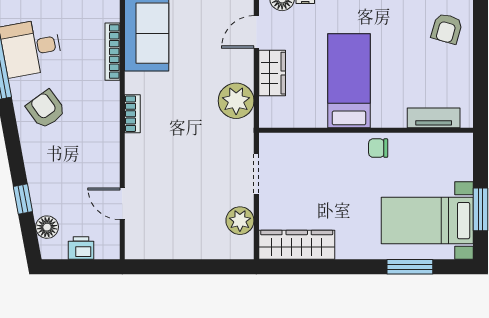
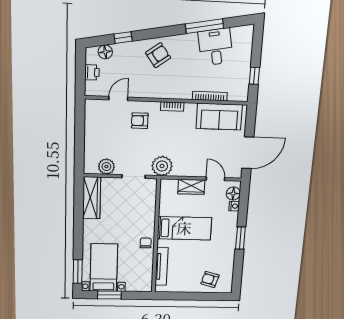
plant: (236, 101) -> (162, 166), moved
armchair: (46, 109) -> (158, 55), moved
tv unit: (434, 118) -> (161, 266), width x1.41
armchair: (158, 167) -> (140, 121), added
window: (410, 267) -> (78, 272), moved

